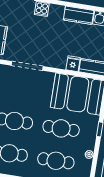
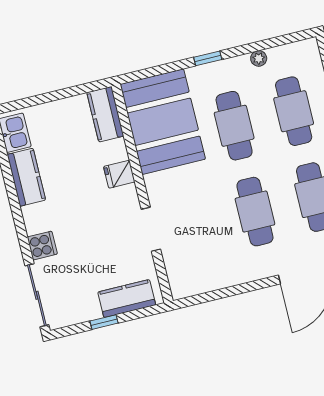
fridge: (73, 64) -> (119, 174), moved
doorway: (27, 66) -> (151, 229), width x0.73

